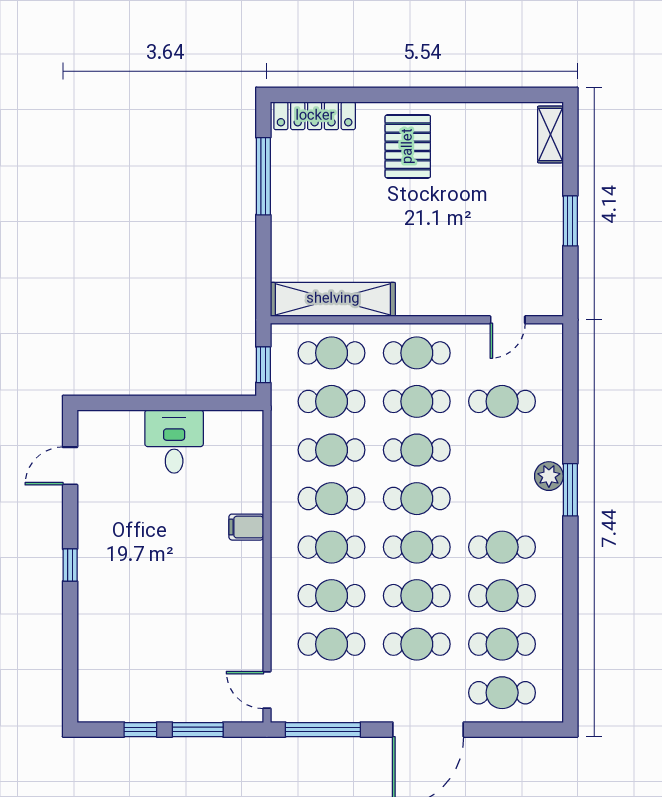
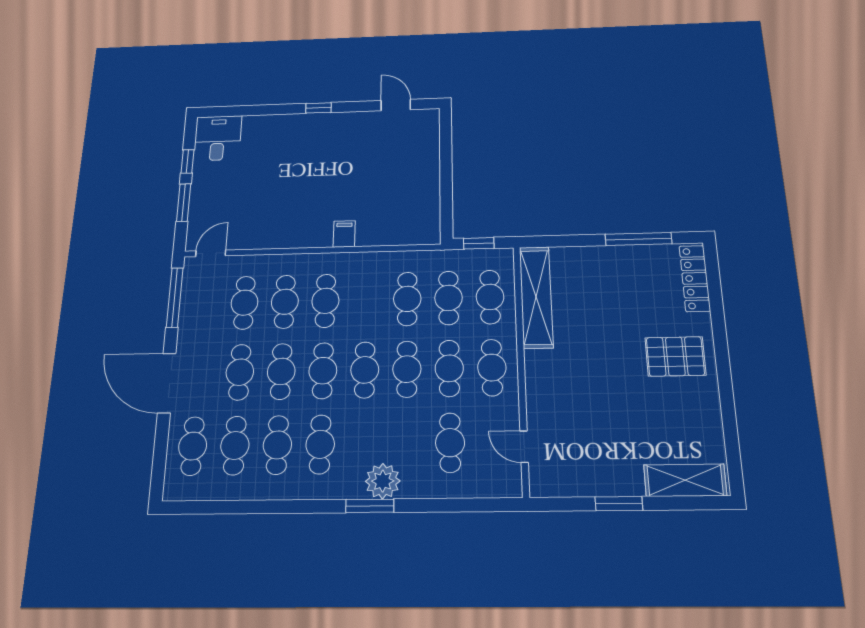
shelving: (551, 134) -> (685, 480), width x1.50, depth x1.33
desk: (174, 442) -> (218, 138), moved, turned -90
plant: (549, 476) -> (383, 481), width x1.36, depth x1.36
cafe table: (332, 499) -> (366, 300), removed

